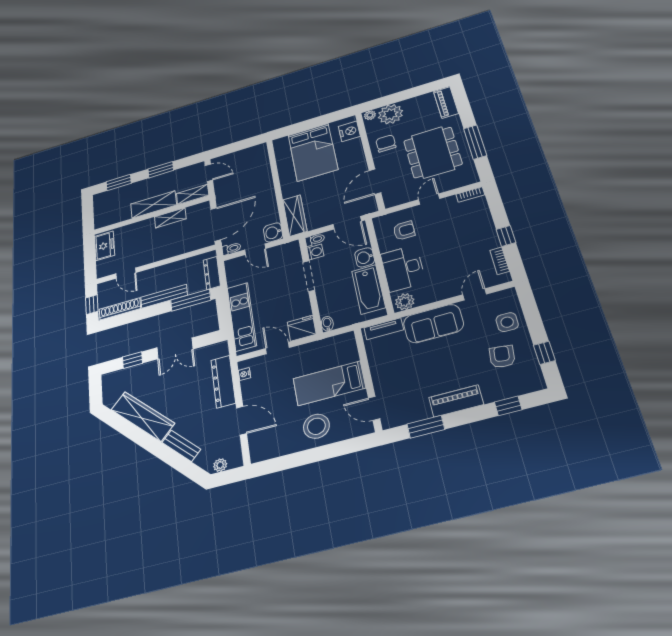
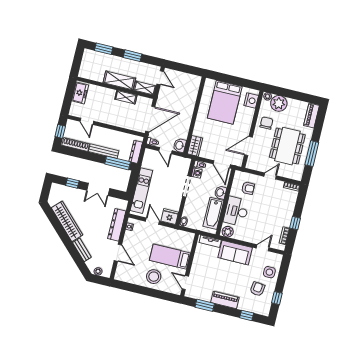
wardrobe: (295, 215) -> (195, 146), width x0.67

